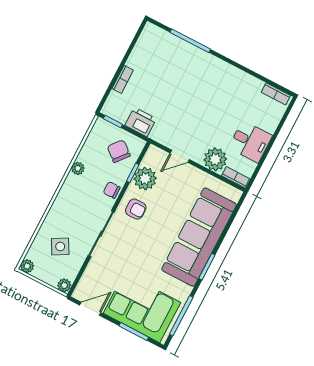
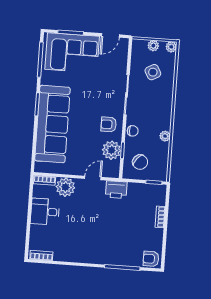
armchair: (154, 37) -> (151, 259), added
printer: (141, 122) -> (116, 190), moved
plant: (64, 285) -> (153, 46), moved

